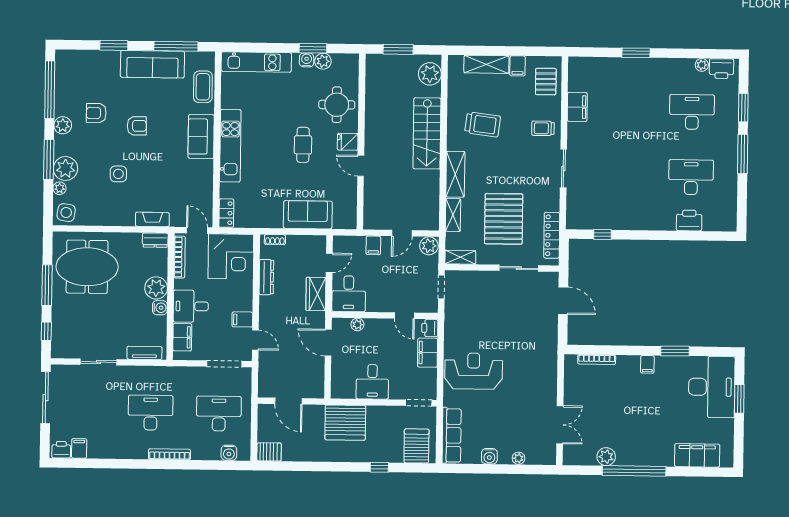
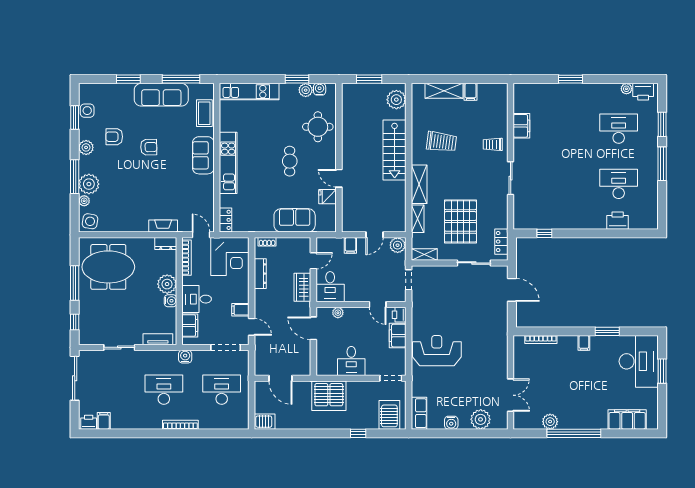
water cooler: (307, 60) -> (320, 89), moved
pallet: (546, 82) -> (495, 105), removed
window: (50, 90) -> (75, 118), width x0.47
fridge: (348, 142) -> (328, 197), moved
side table: (118, 174) -> (87, 111), moved
locker: (552, 235) -> (501, 242), width x0.66
row of seats: (452, 435) -> (419, 413), width x0.68
water cooler: (229, 453) -> (185, 357), moved, turned 180
plant: (518, 458) -> (481, 419), width x1.87, depth x1.87

